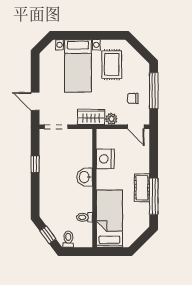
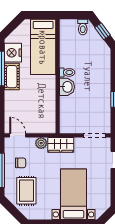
rug: (112, 65) -> (26, 191), moved
nightstand: (105, 159) -> (13, 53), moved, turned 180
toilet: (84, 217) -> (67, 72), moved

